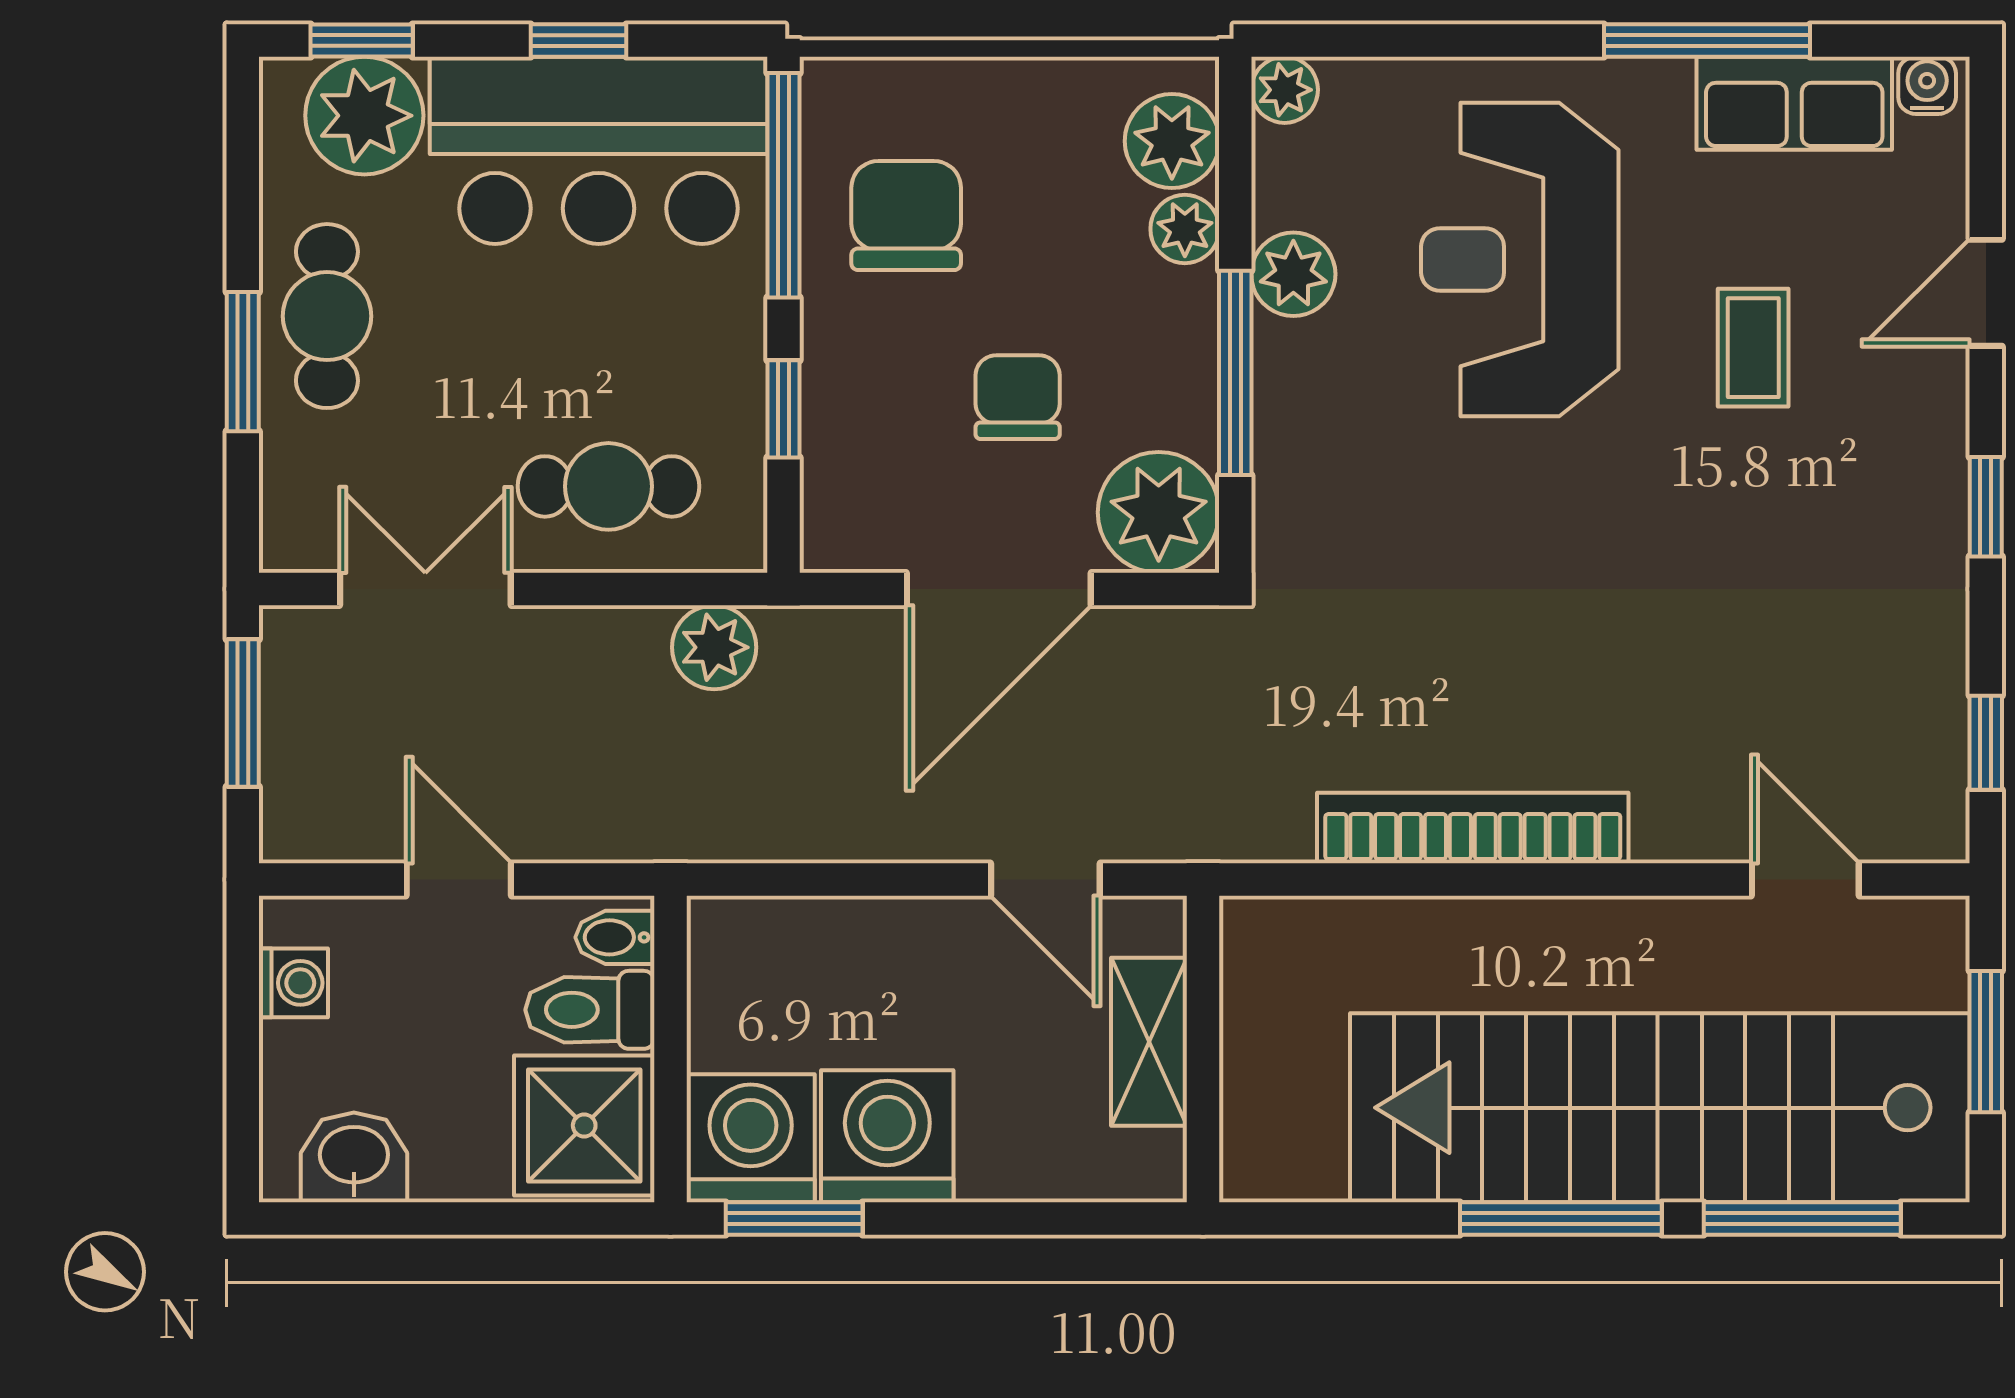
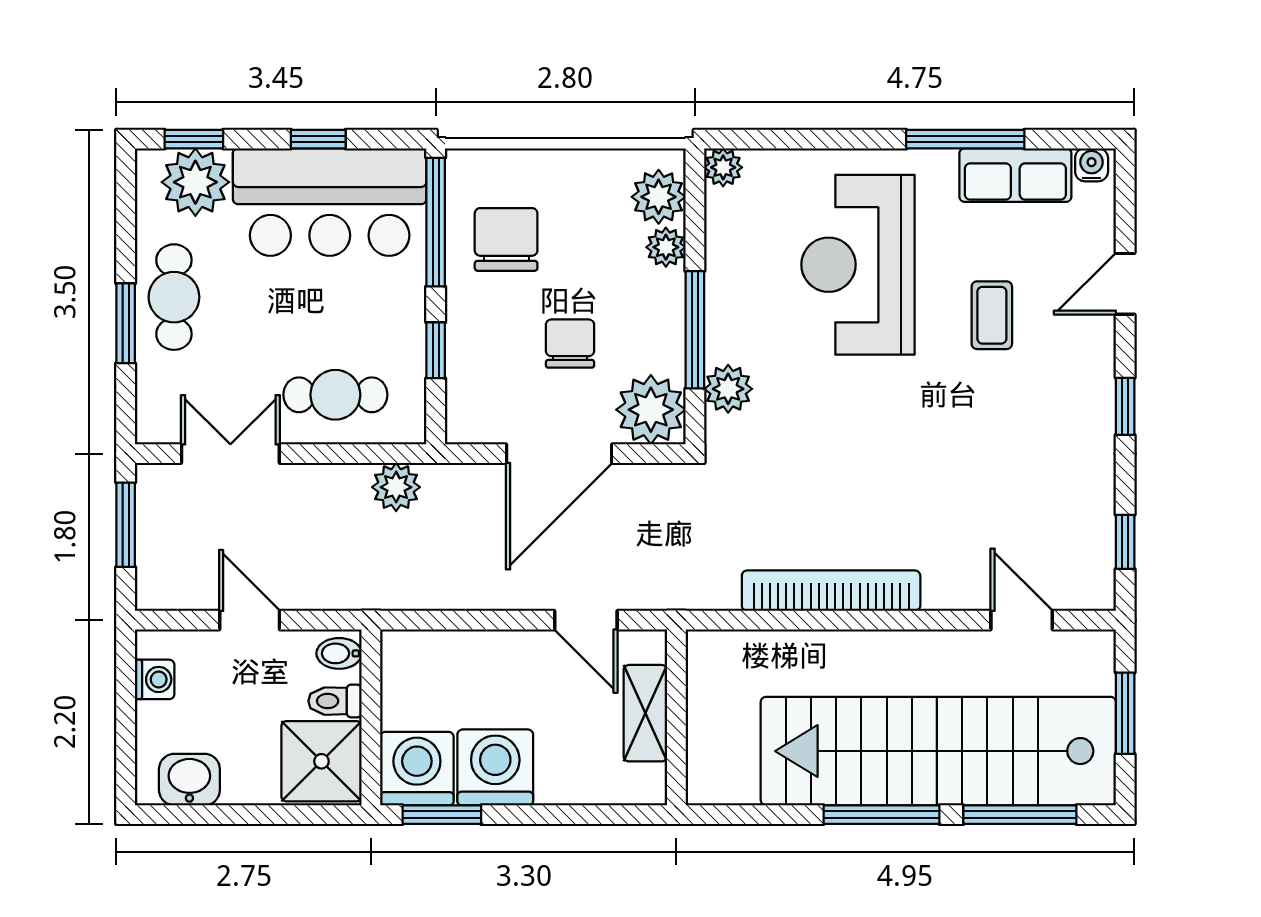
plant: (1293, 274) -> (728, 389), moved
toilet: (590, 1010) -> (335, 701), width x0.73, depth x0.72

